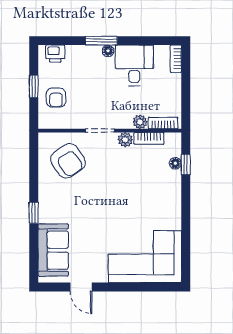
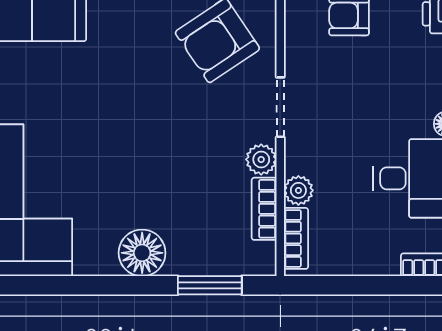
floor lamp: (175, 163) -> (142, 253), moved, width x1.89, depth x1.89
window: (186, 164) -> (210, 285), width x1.50

